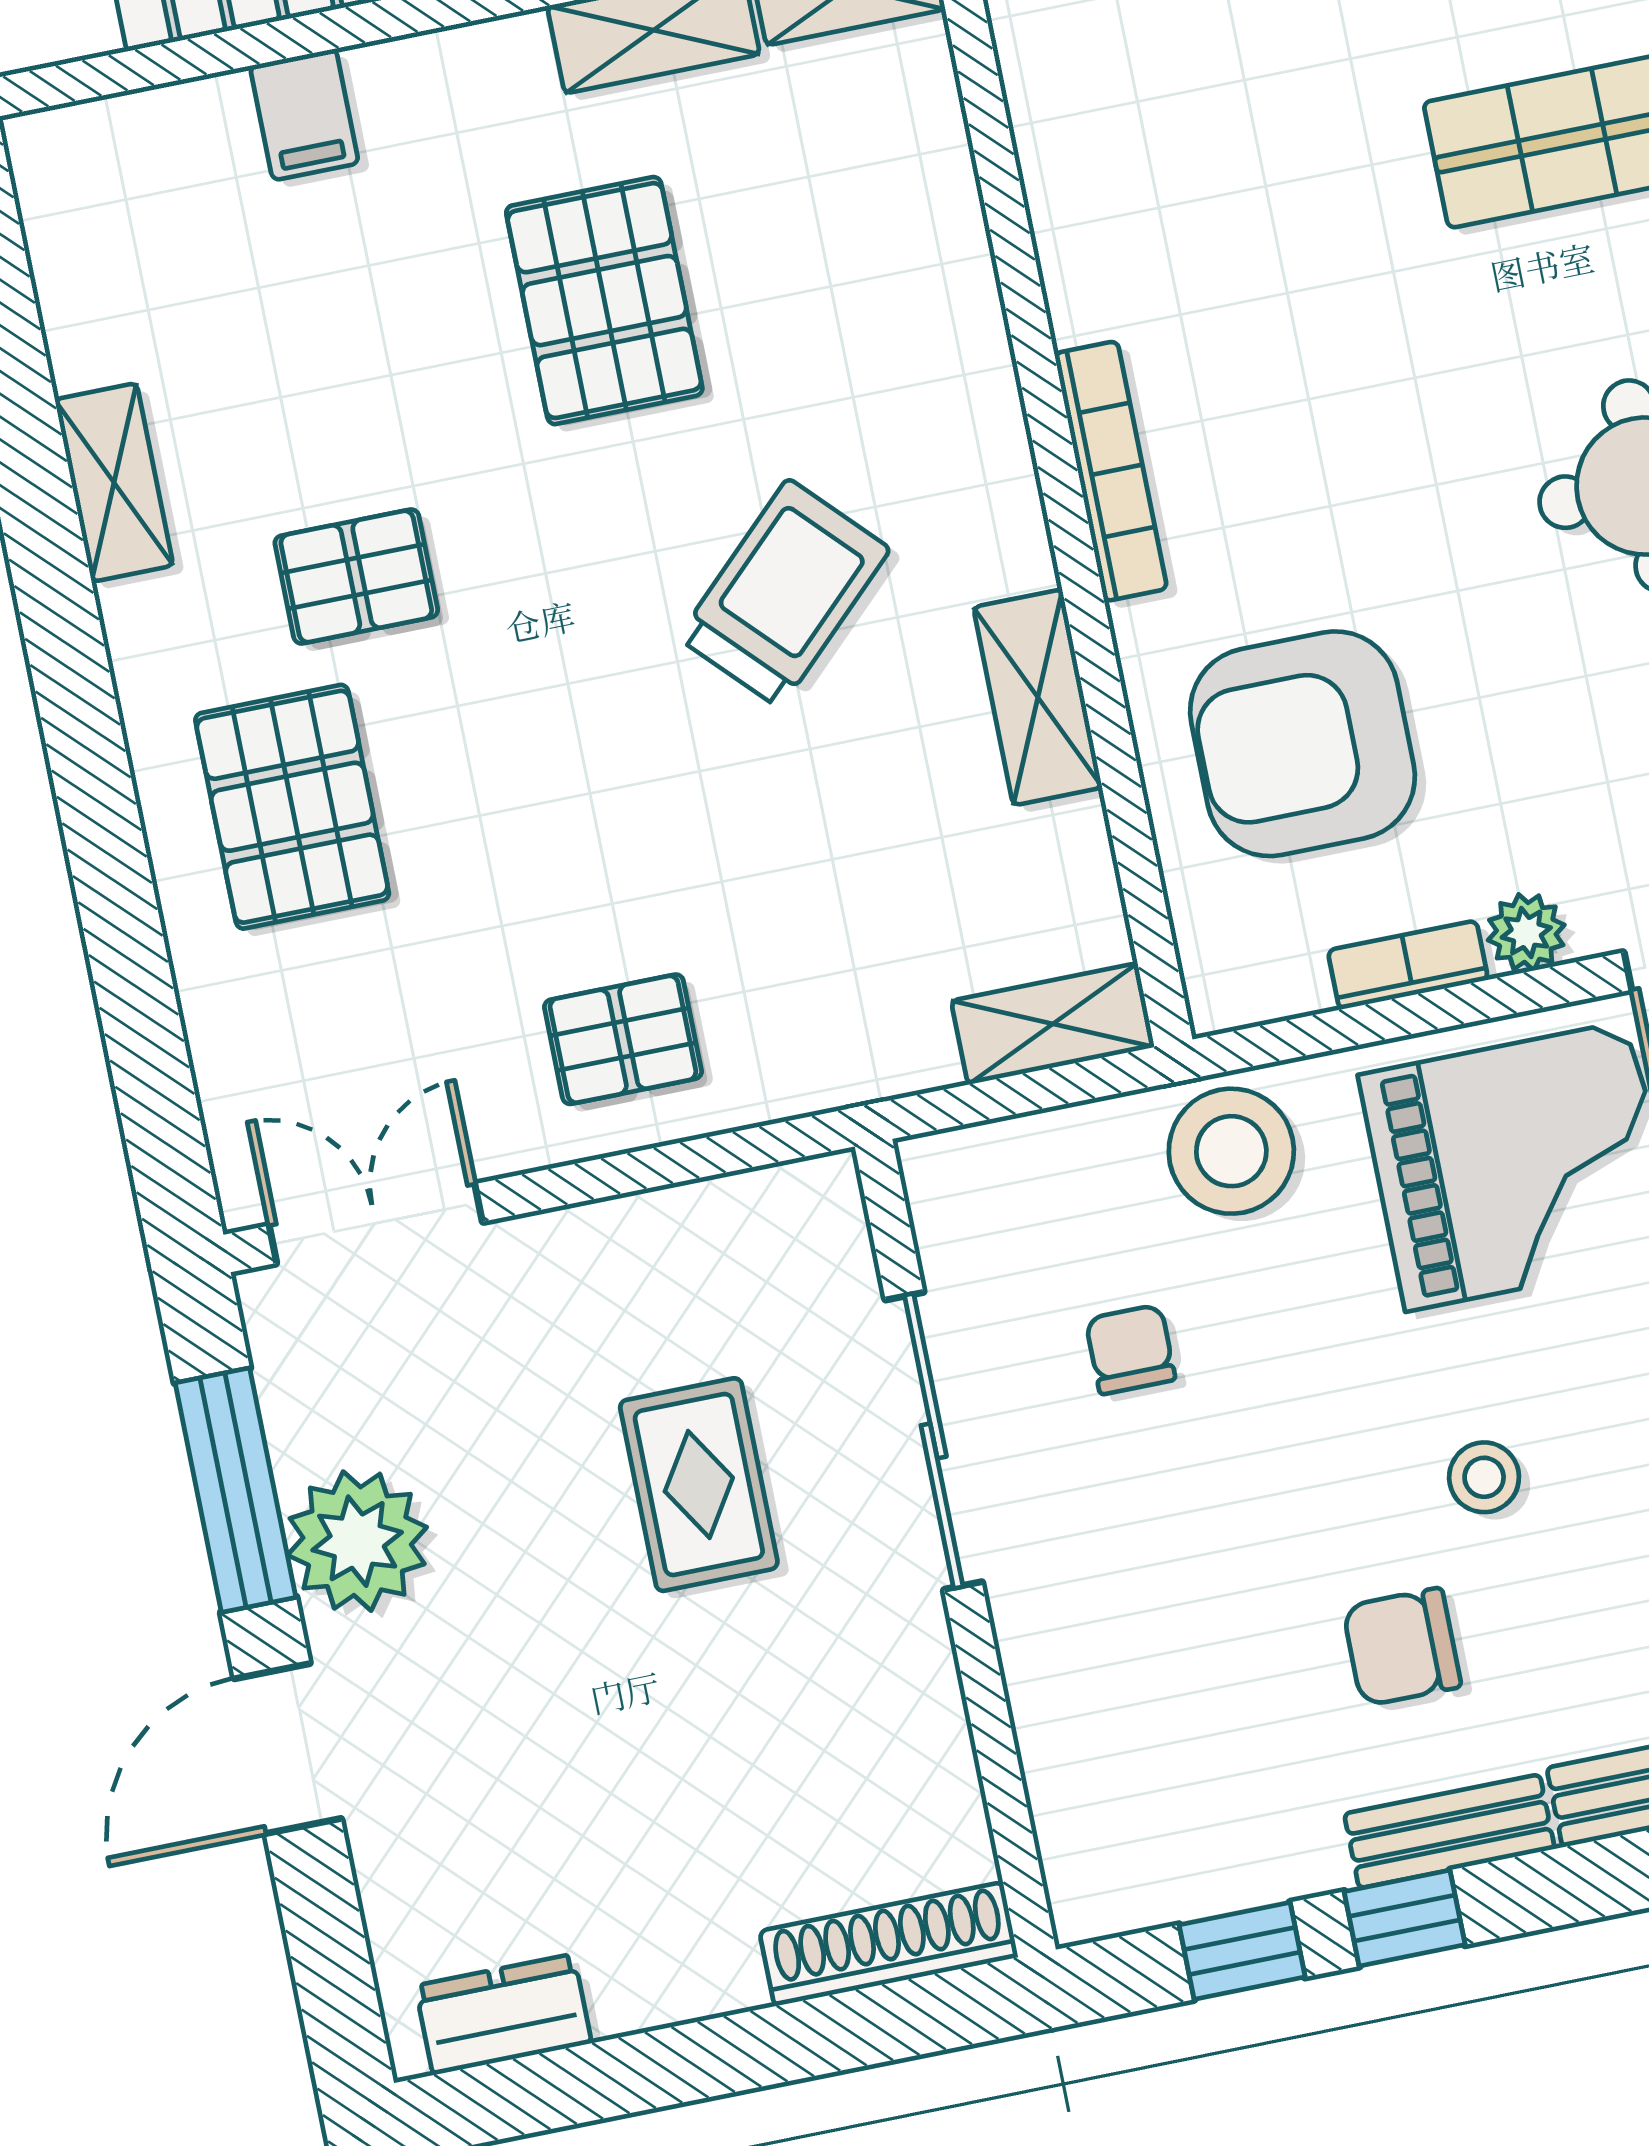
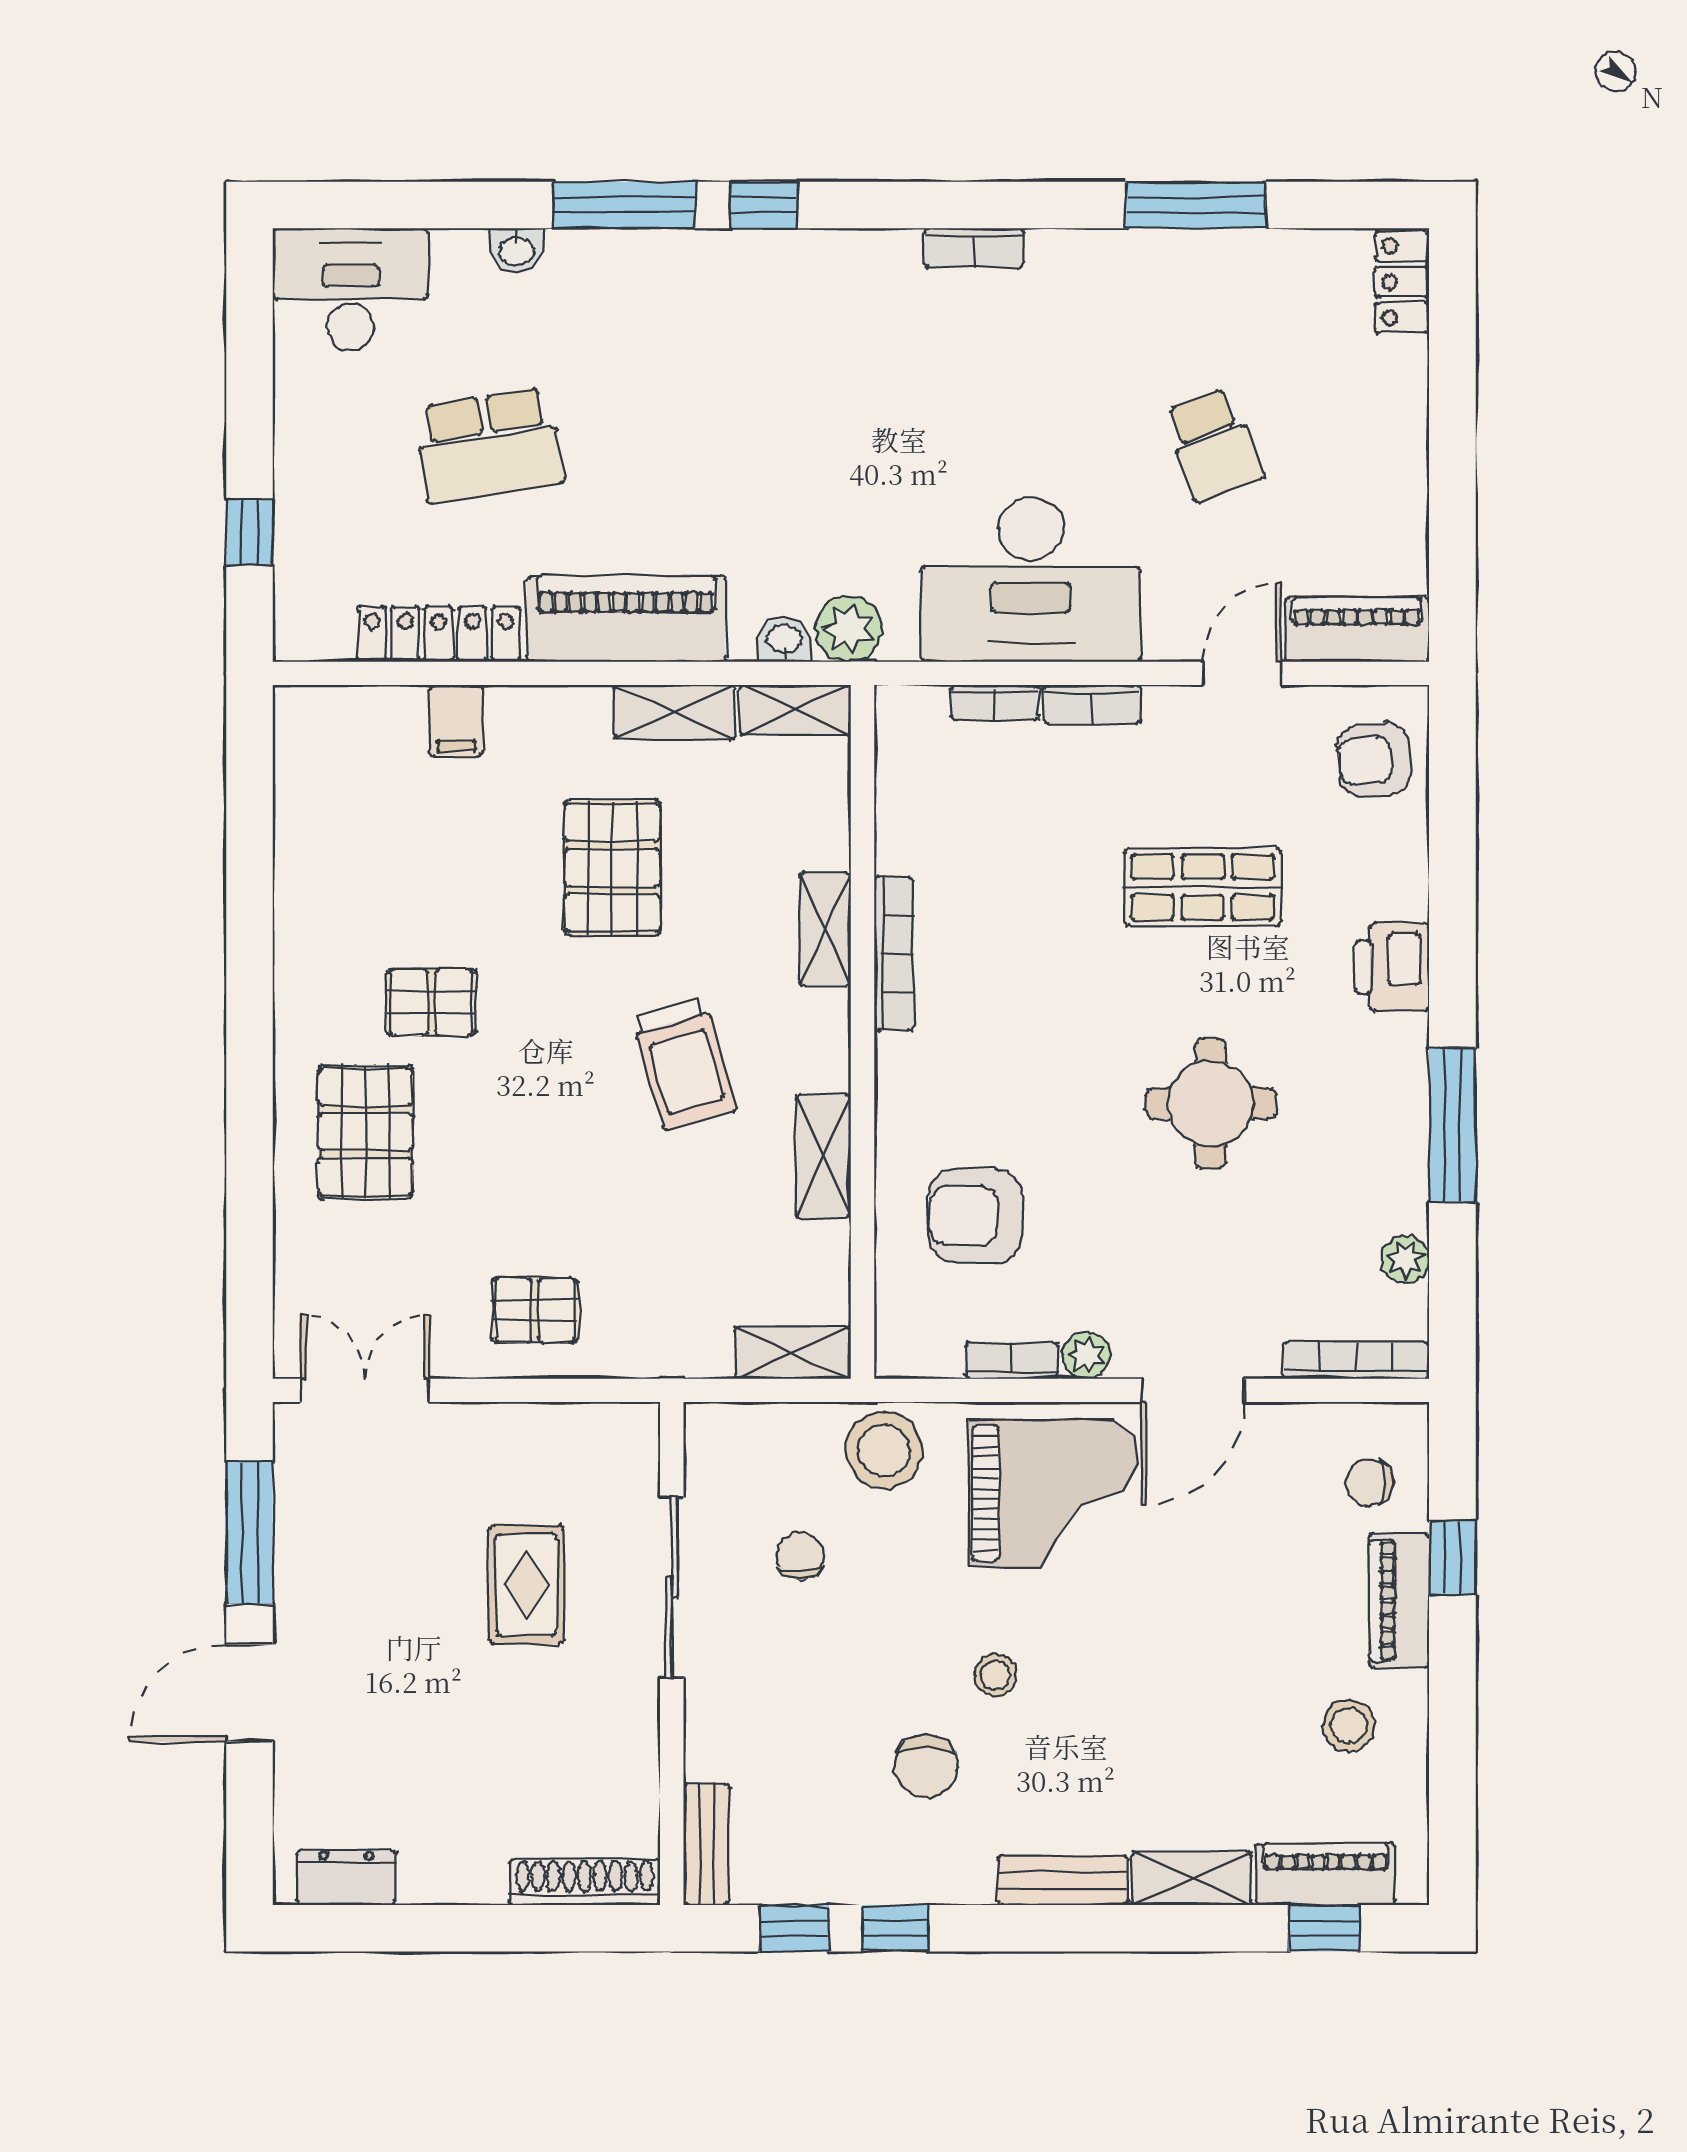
bookcase: (1111, 471) -> (894, 954), moved
shelving: (114, 482) -> (825, 929), moved
trolley: (784, 593) -> (684, 1064), turned 118
armchair: (1303, 744) -> (975, 1216), width x0.73, depth x0.73
plant: (357, 1541) -> (316, 1578), removed
chair: (1402, 1647) -> (926, 1766), turned -90
bench: (1449, 1831) -> (706, 1844), moved, turned 90

